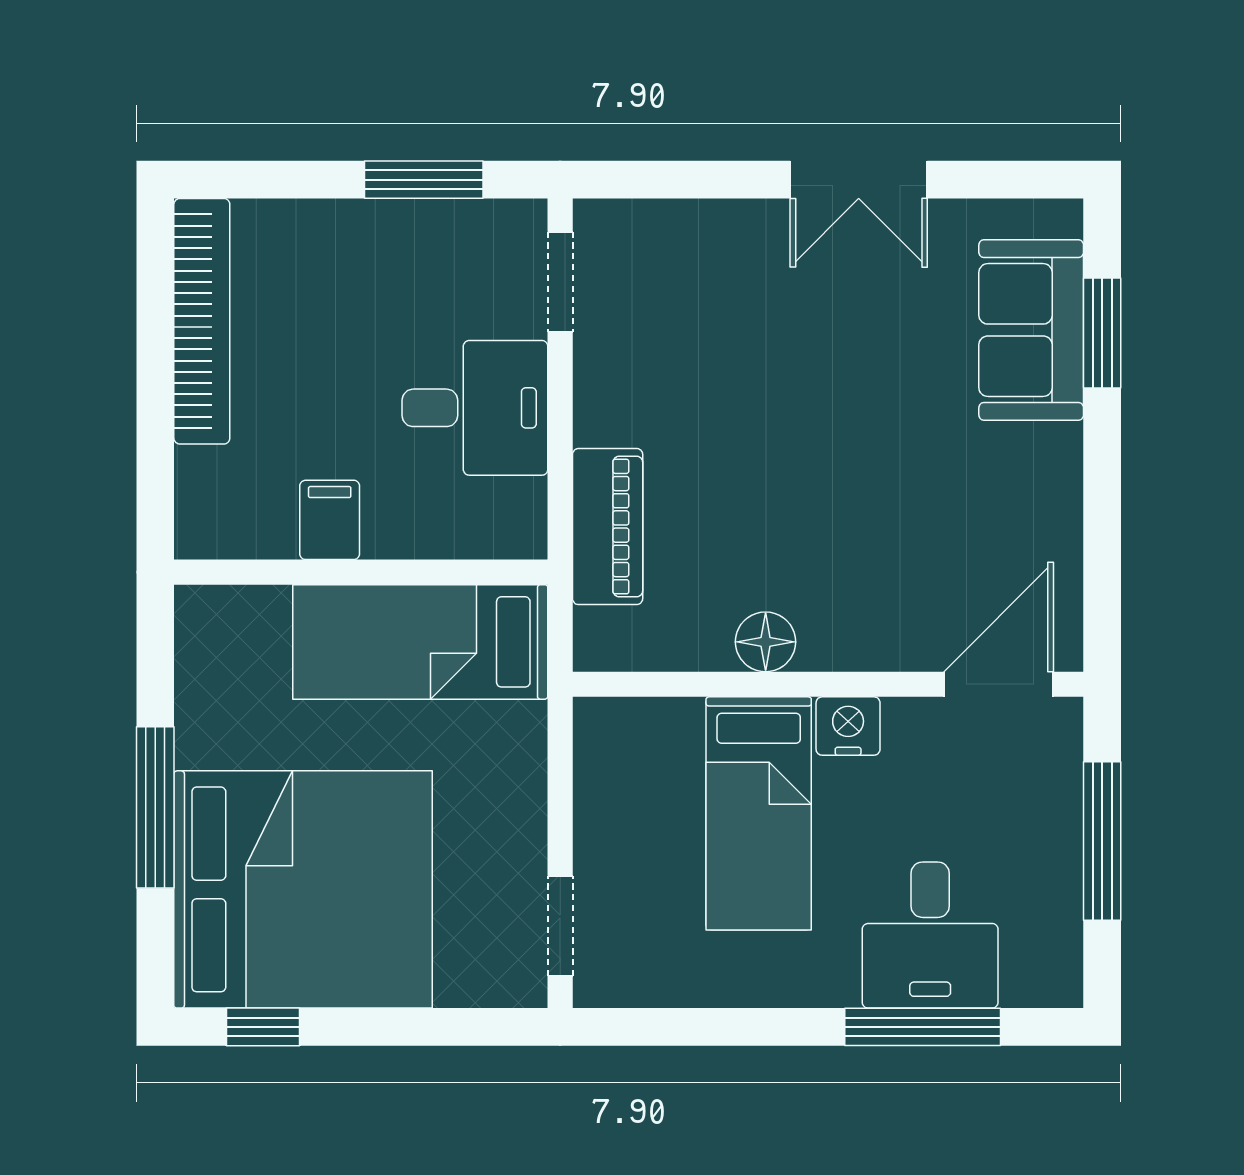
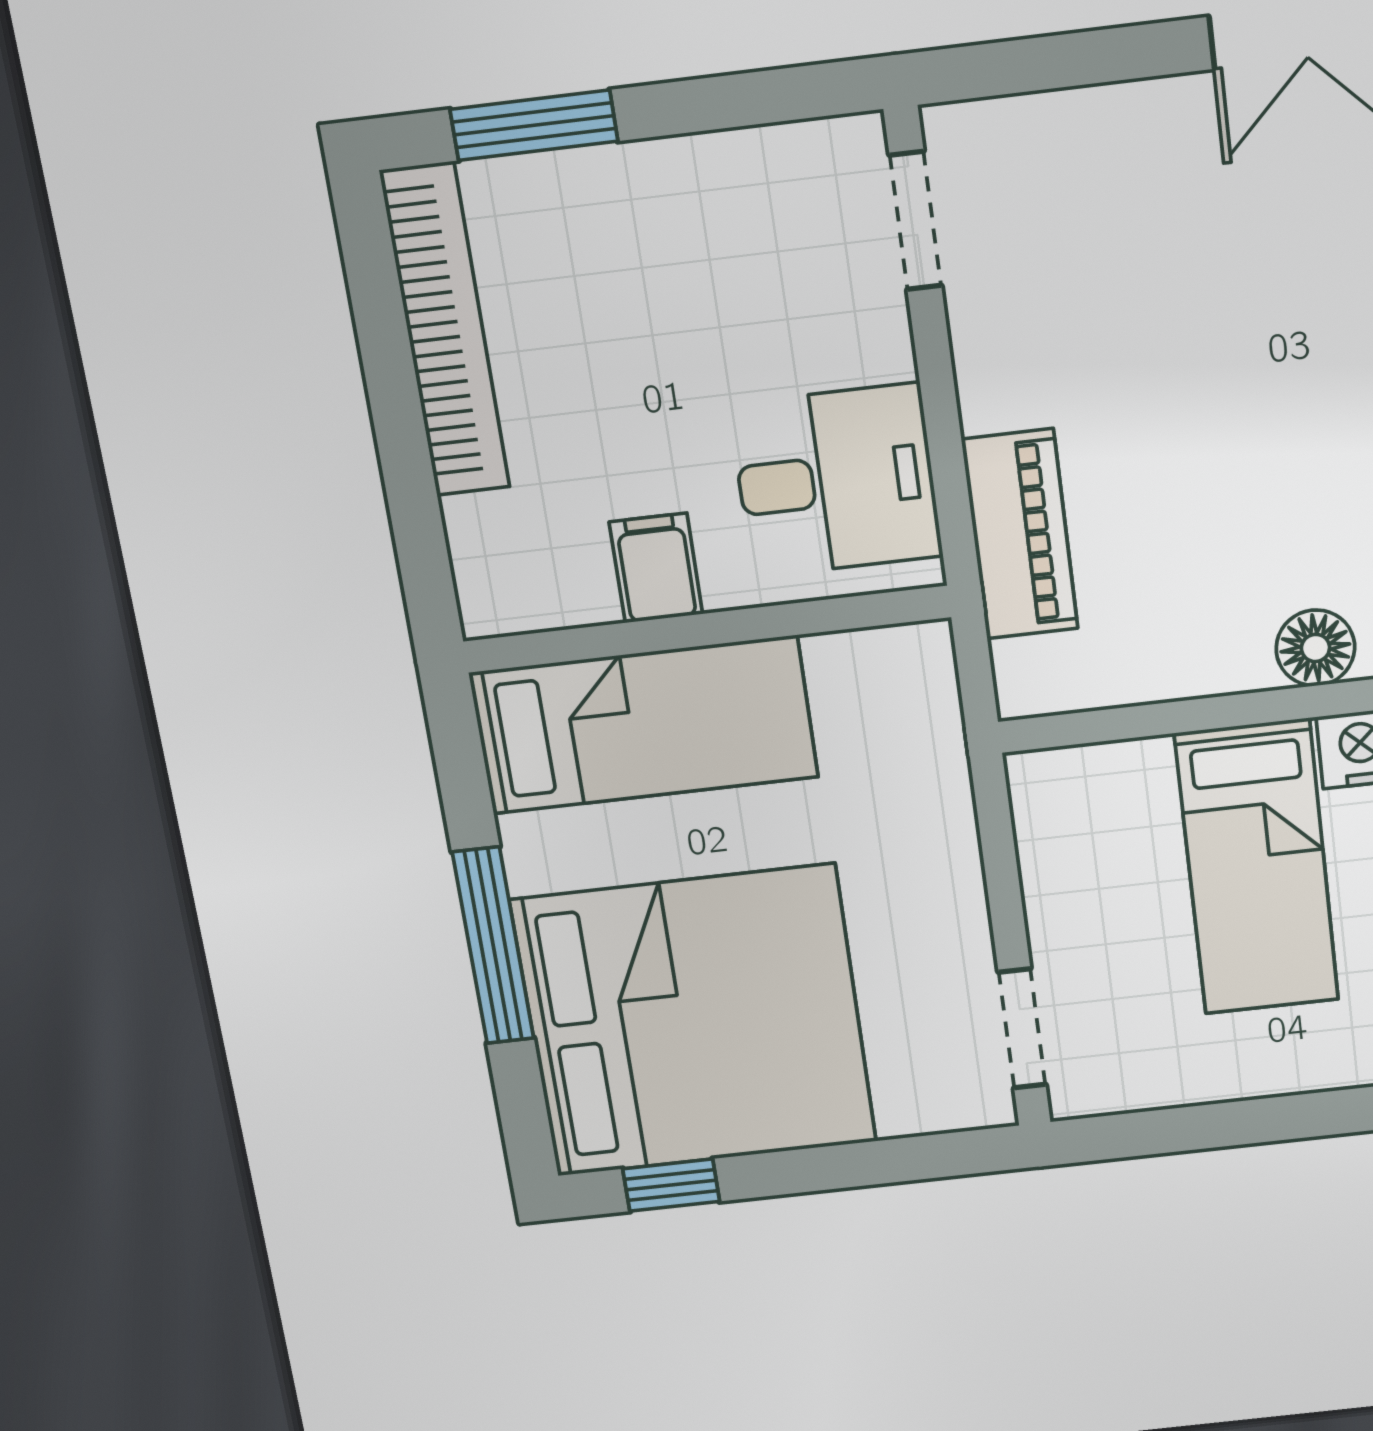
window: (424, 180) -> (534, 125), moved
desk: (475, 408) -> (836, 481), moved
bed: (420, 642) -> (644, 725), moved, turned 180
floor lamp: (766, 642) -> (1315, 648), moved

